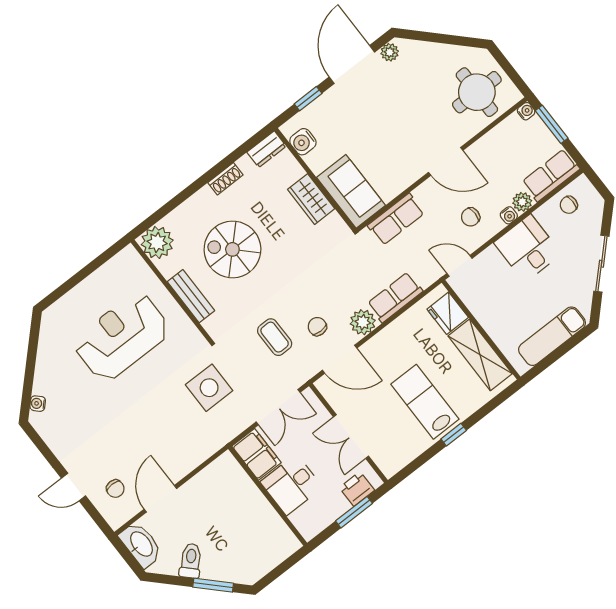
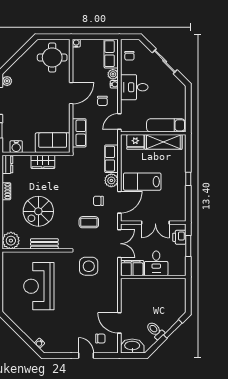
window: (552, 124) -> (90, 37), removed
exam couch: (552, 336) -> (166, 125), moved, turned 90
lab bench: (425, 402) -> (142, 182), moved
door: (73, 487) -> (86, 355), swing flipped

